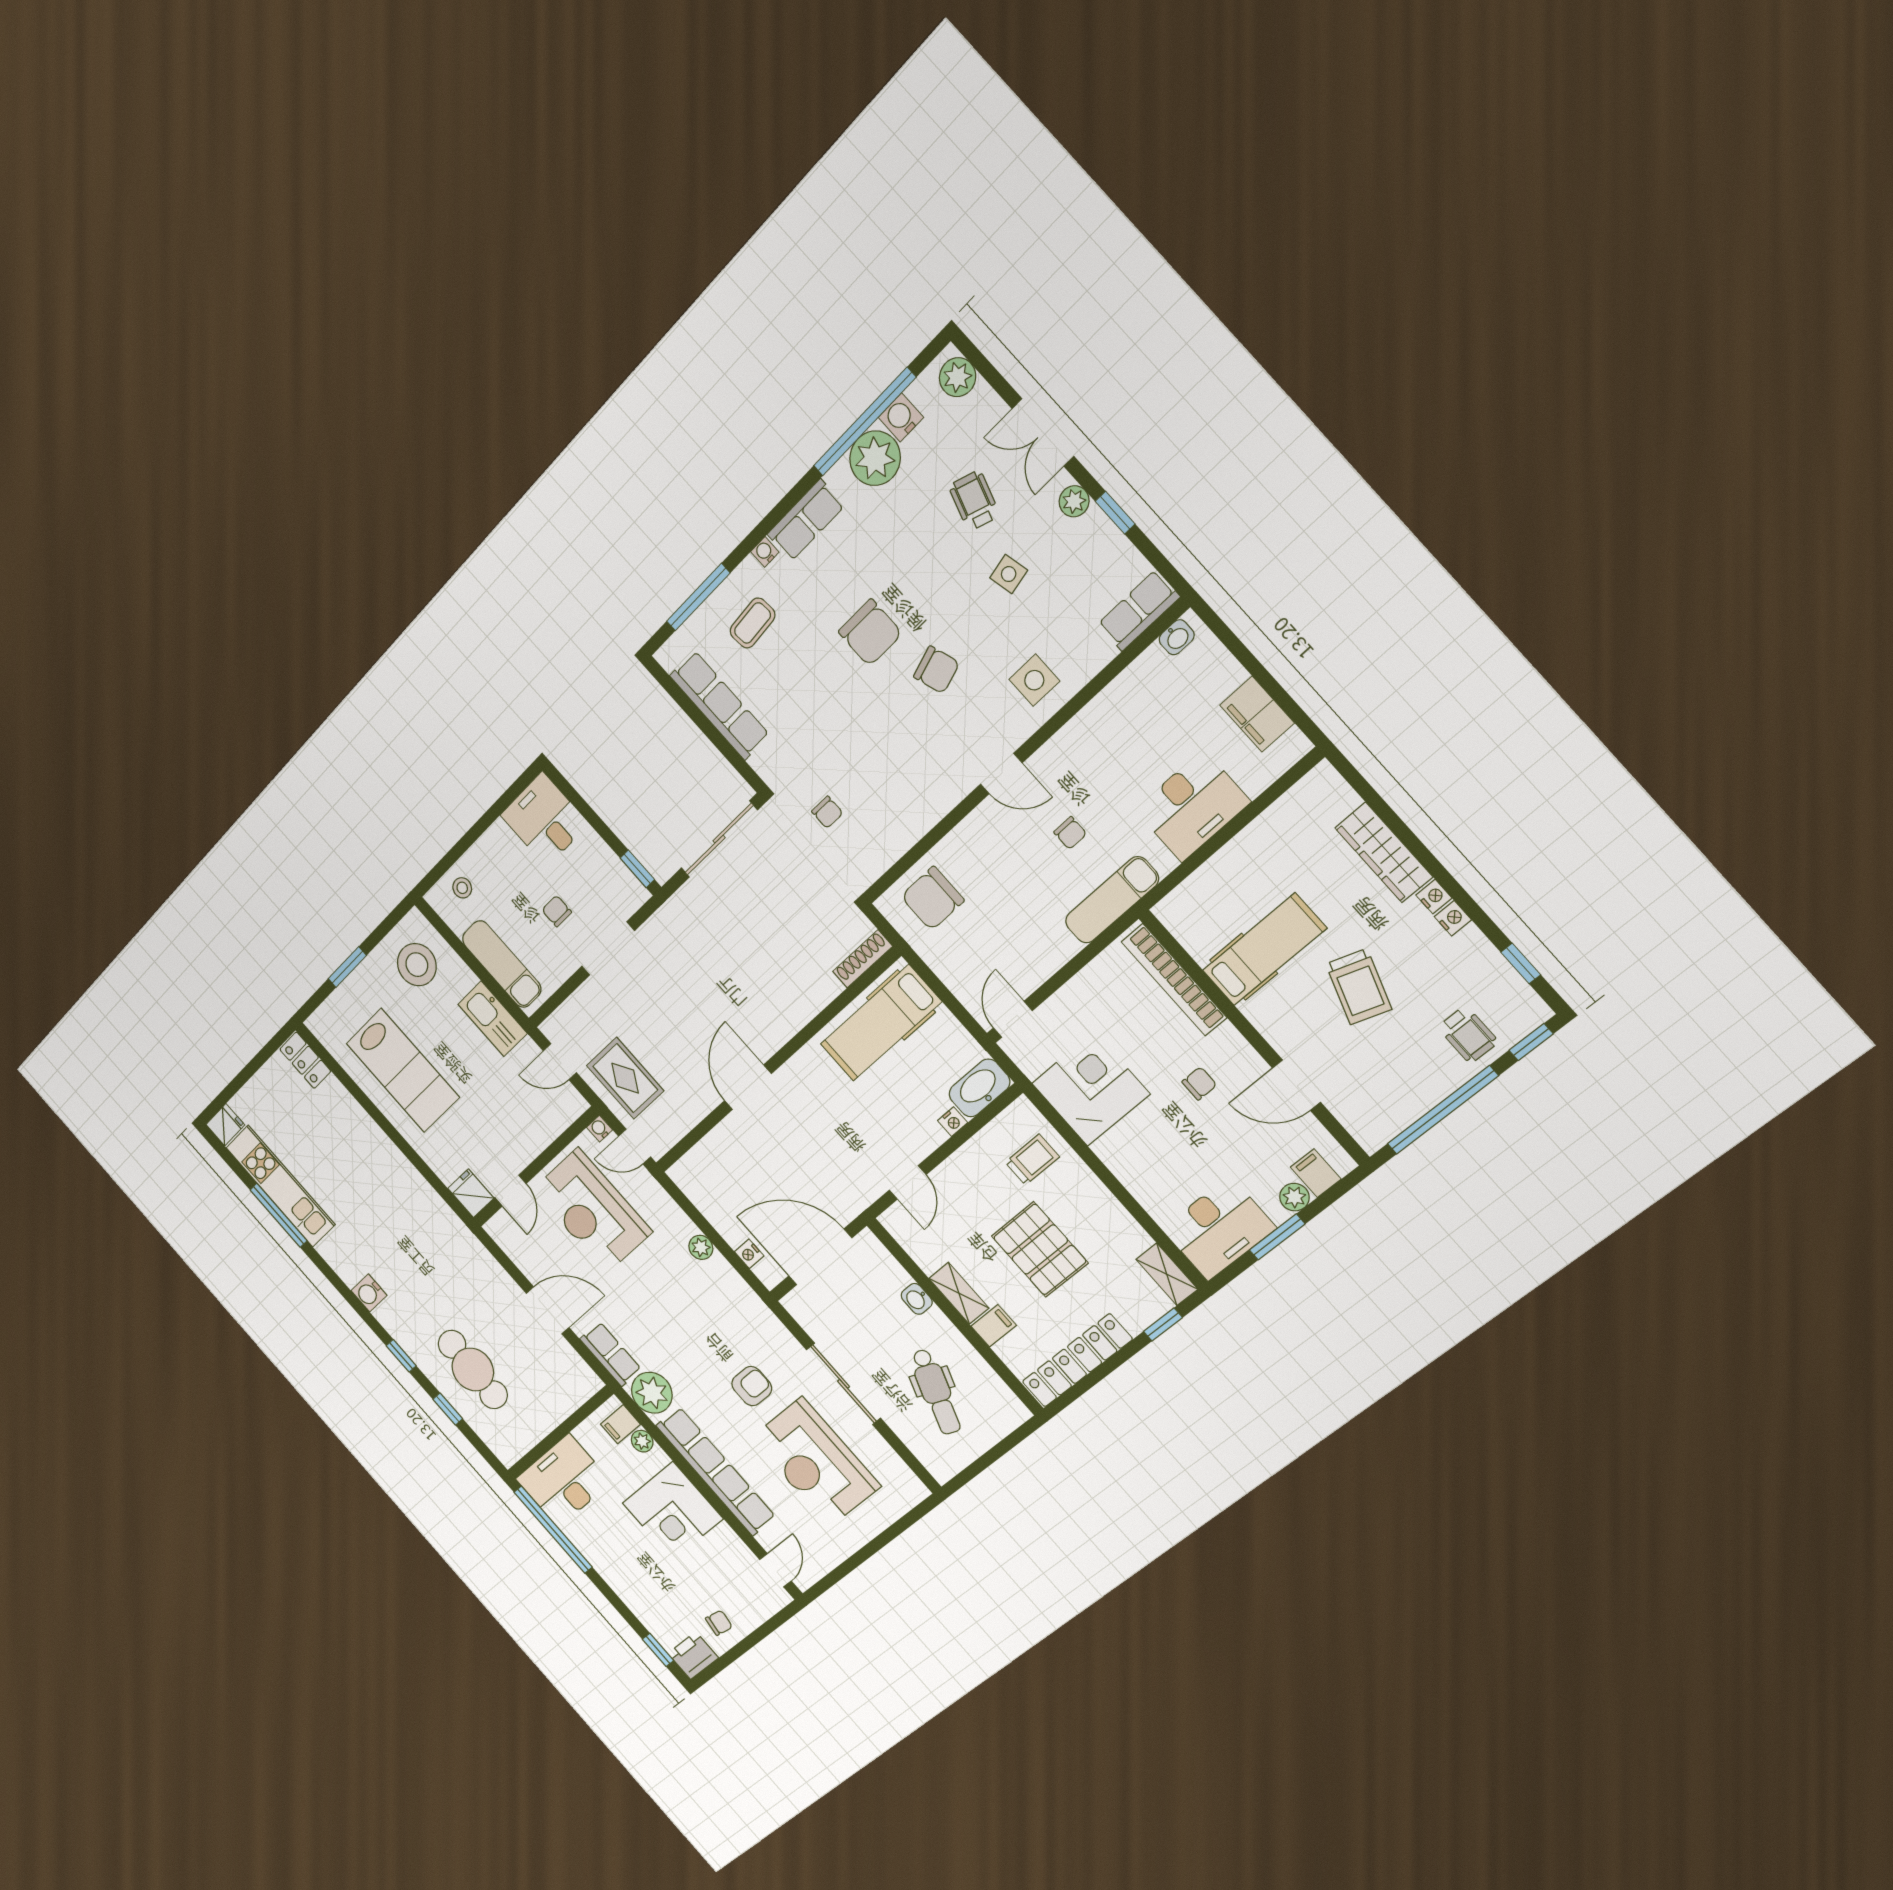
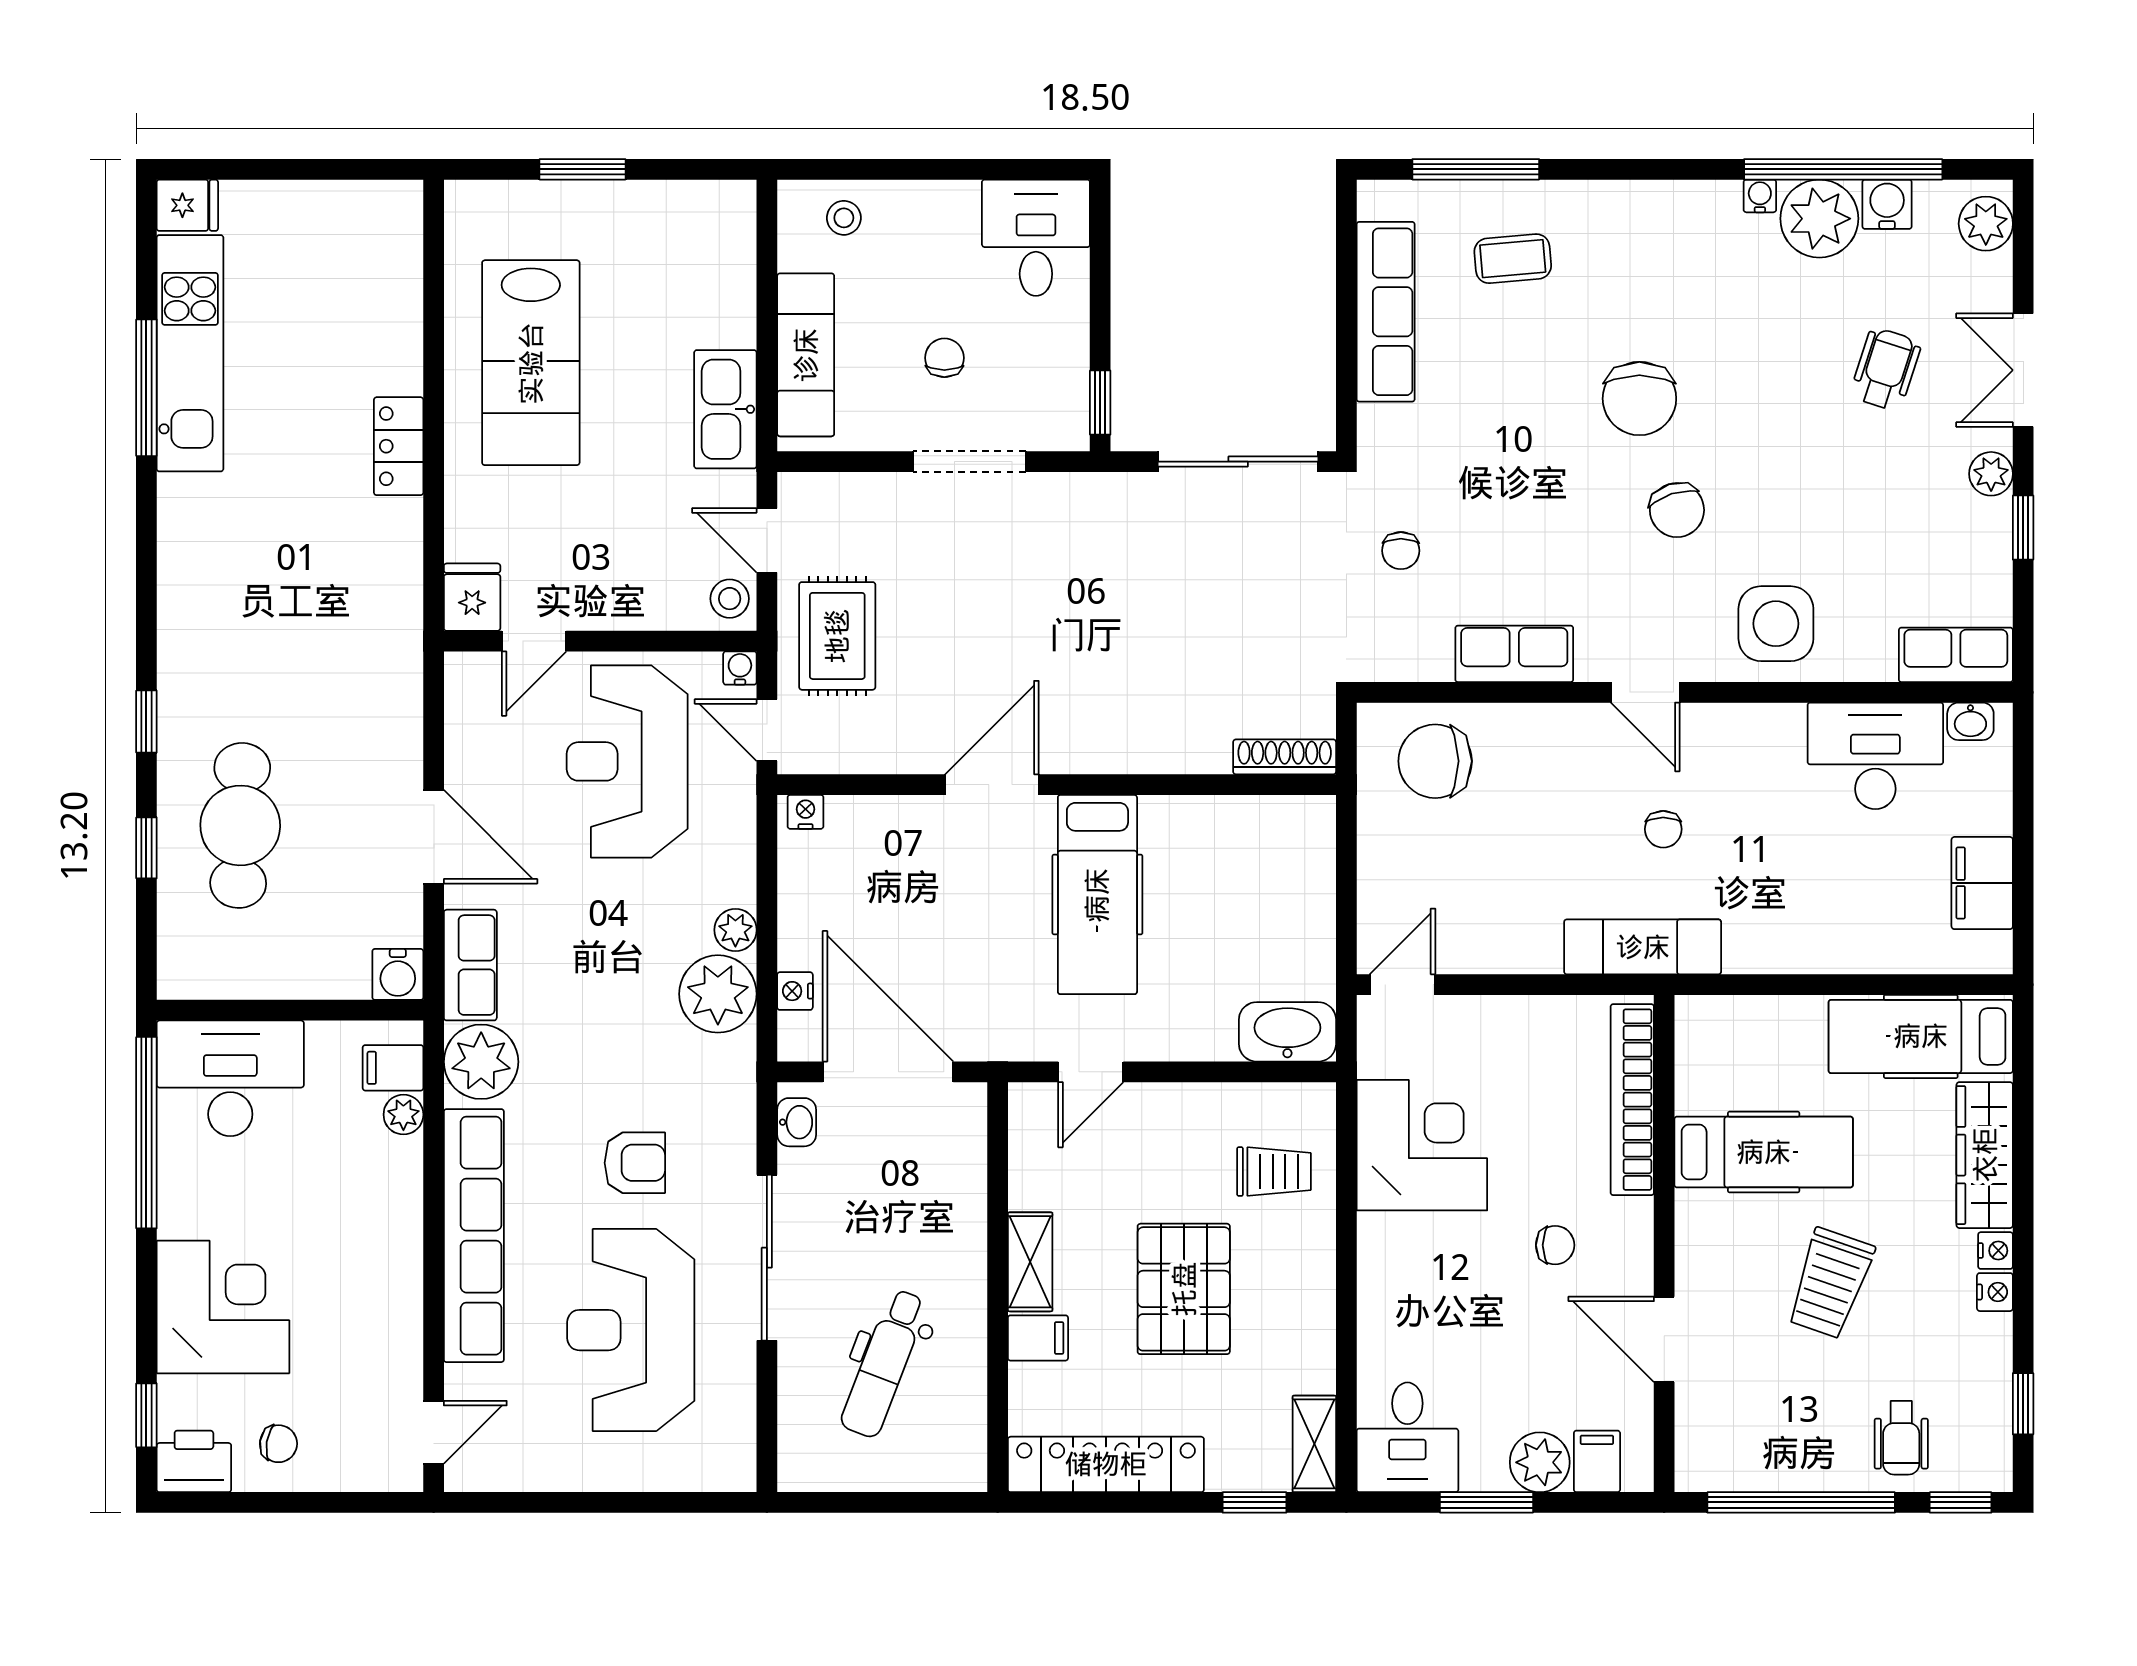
row of seats: (806, 520) -> (1514, 654), moved, turned 180
water cooler: (765, 552) -> (1760, 196), moved
side table: (1009, 574) -> (1852, 483), removed
side table: (1034, 680) -> (1776, 624), width x1.37, depth x1.37
desk: (1193, 806) -> (1875, 756), moved, turned 180
hospital bed: (1295, 821) -> (1921, 1036), added
stool: (417, 965) -> (730, 599), moved, width x0.53, depth x0.53
hospital bed: (881, 1023) -> (1097, 895), moved, turned -90
locker: (305, 1060) -> (399, 446), moved
nightstand: (953, 1122) -> (806, 812), moved, turned 180
plant: (1294, 1197) -> (1540, 1462), width x1.38, depth x1.38
desk: (1219, 1228) -> (1407, 1437), width x0.73
plant: (719, 1282) -> (718, 994), added
water cooler: (369, 1293) -> (398, 974), moved, turned -90
washbasin: (917, 1299) -> (797, 1122), moved, turned 180
corner desk: (673, 1511) -> (223, 1307), moved, turned 180

